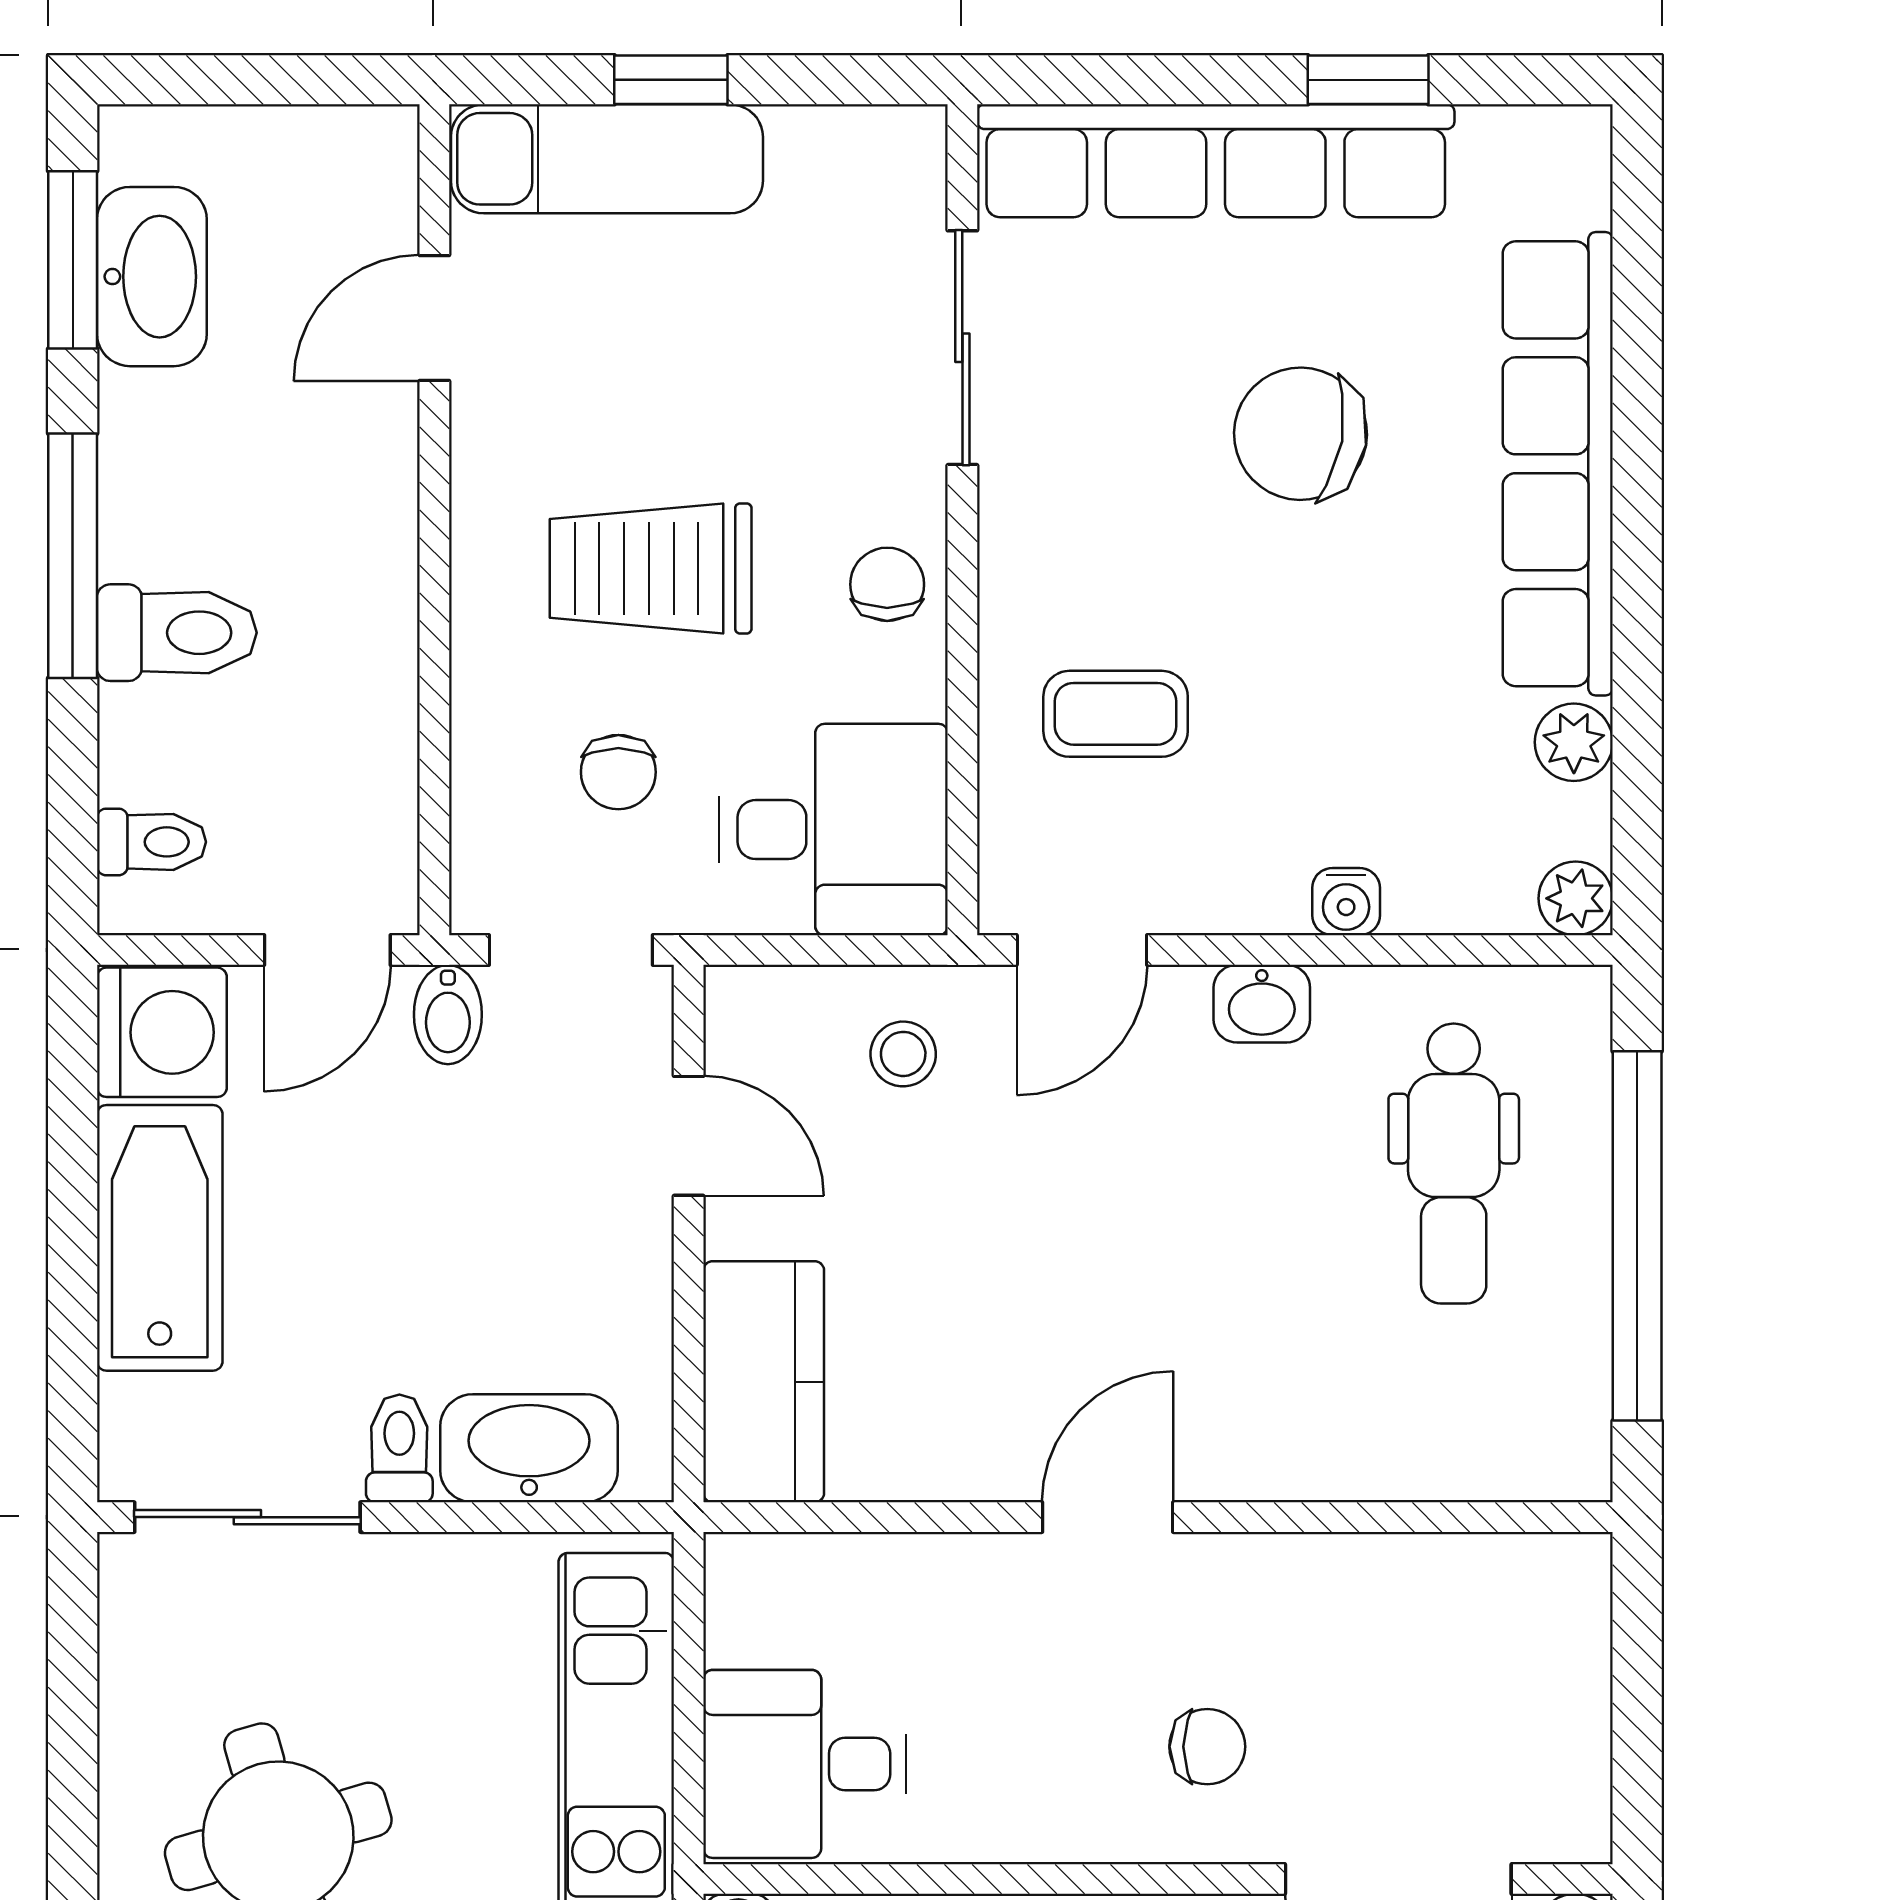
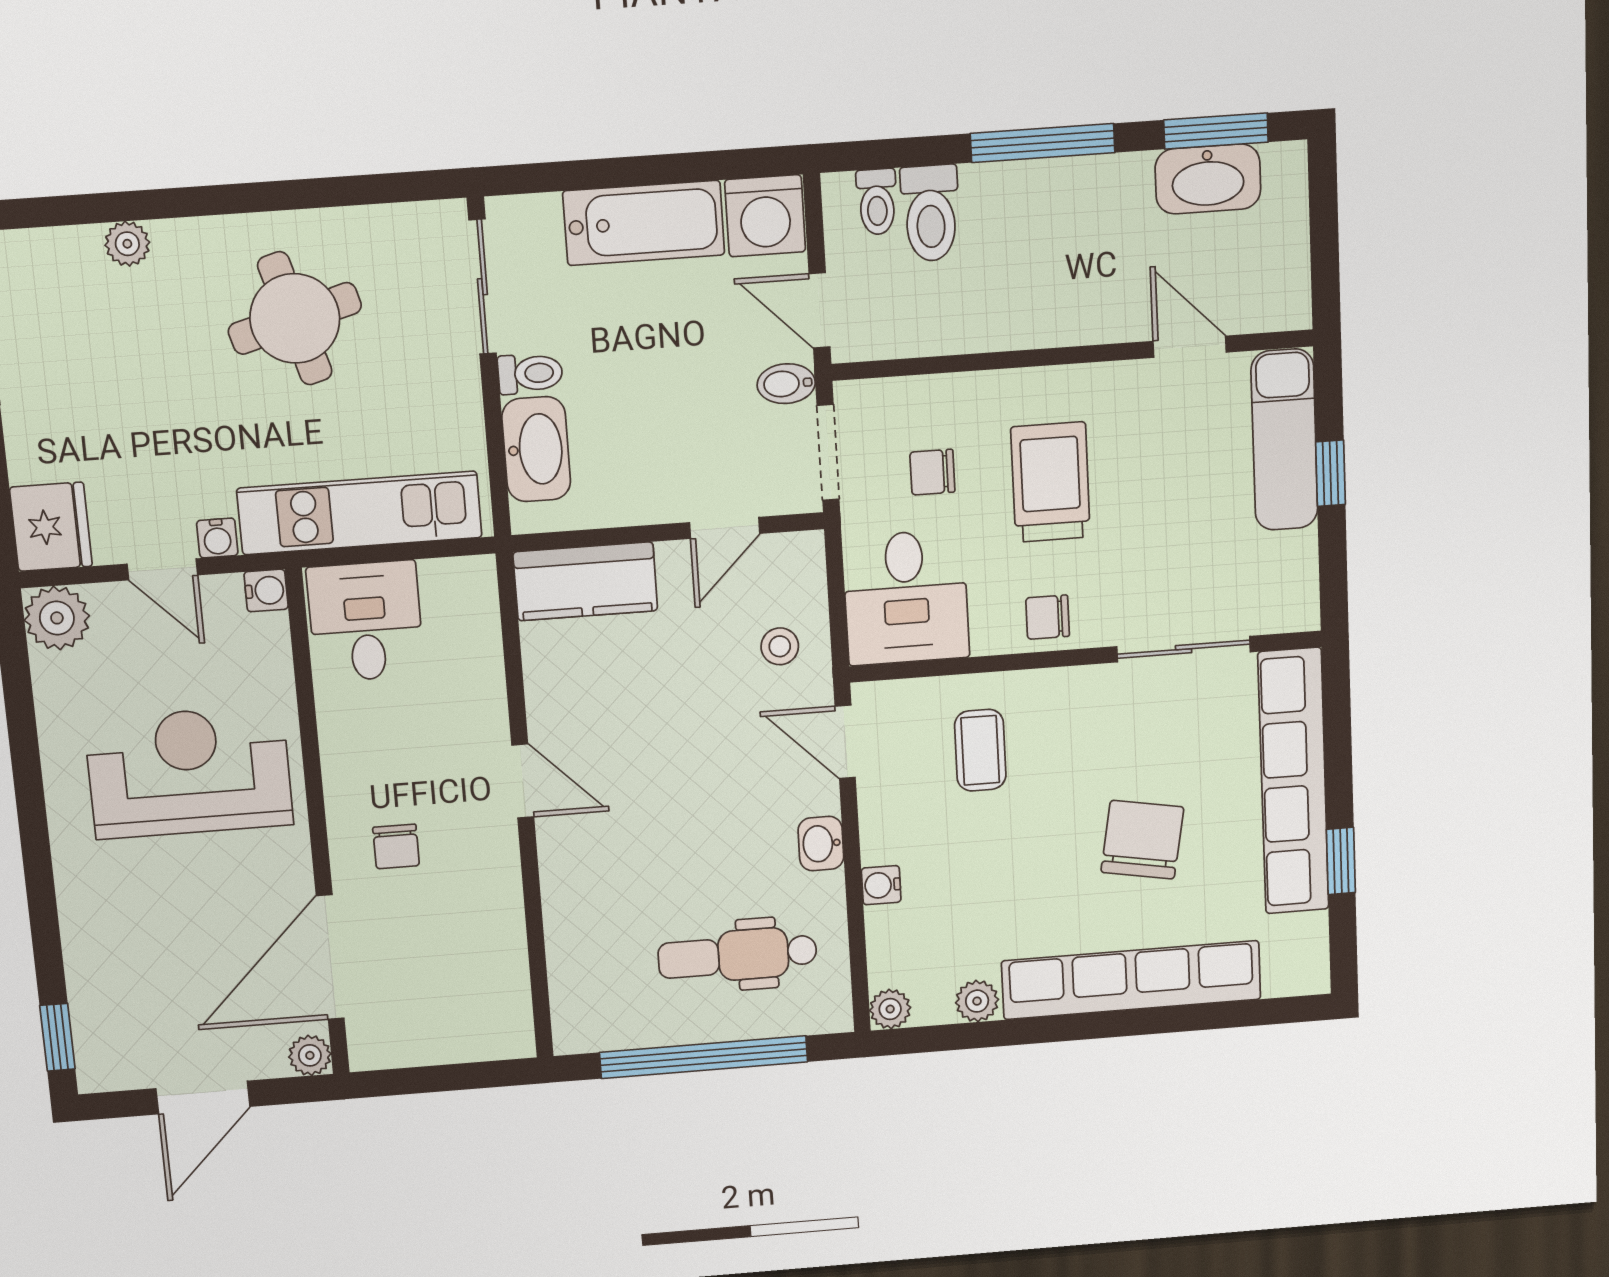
chair: (887, 584) -> (1048, 617), turned 180
toilet: (177, 633) -> (930, 213), moved

